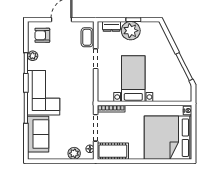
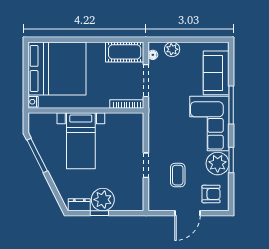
dresser: (112, 26) -> (79, 205), moved
coffee table: (87, 37) -> (178, 175), moved
plant: (33, 56) -> (218, 164), width x1.88, depth x1.88
bed with nightstands: (133, 79) -> (81, 141), moved

